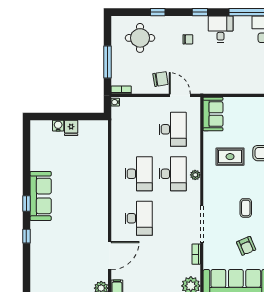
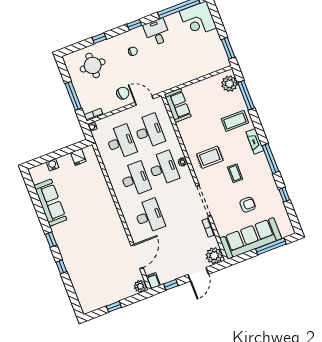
fridge: (71, 128) -> (78, 157), moved
desk: (139, 129) -> (121, 142), added
rug: (230, 157) -> (210, 157), moved
sofa: (41, 196) -> (50, 203), moved
armchair: (246, 246) -> (248, 205), turned -67

